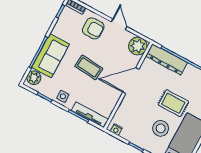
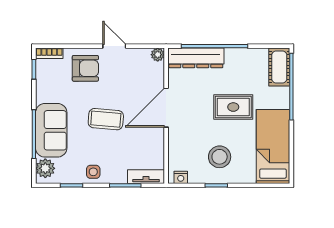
plant: (138, 46) -> (158, 55), width x0.53, depth x0.53
tv unit: (90, 115) -> (146, 177), width x0.71
stool: (161, 128) -> (220, 157), moved

